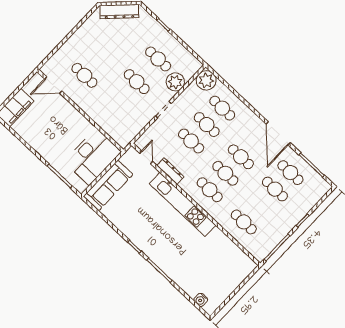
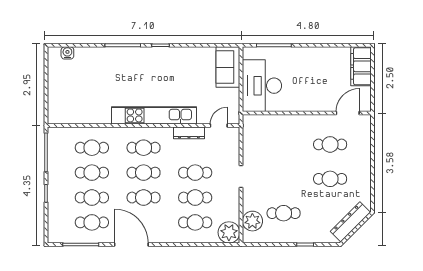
cafe table: (137, 82) -> (330, 179), moved
plant: (175, 82) -> (252, 221), moved
door: (146, 157) -> (219, 126), swing flipped
sofa: (108, 185) -> (228, 67), width x0.73
cafe table: (259, 206) -> (92, 173), added

